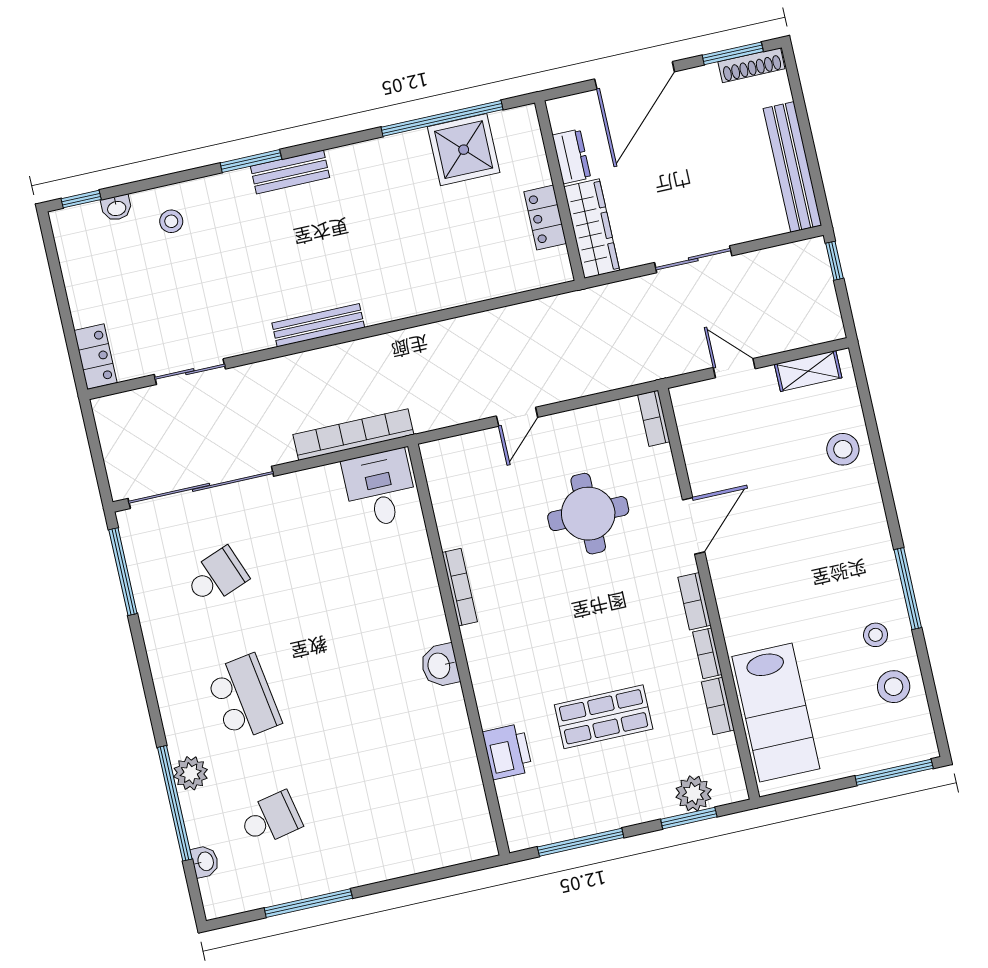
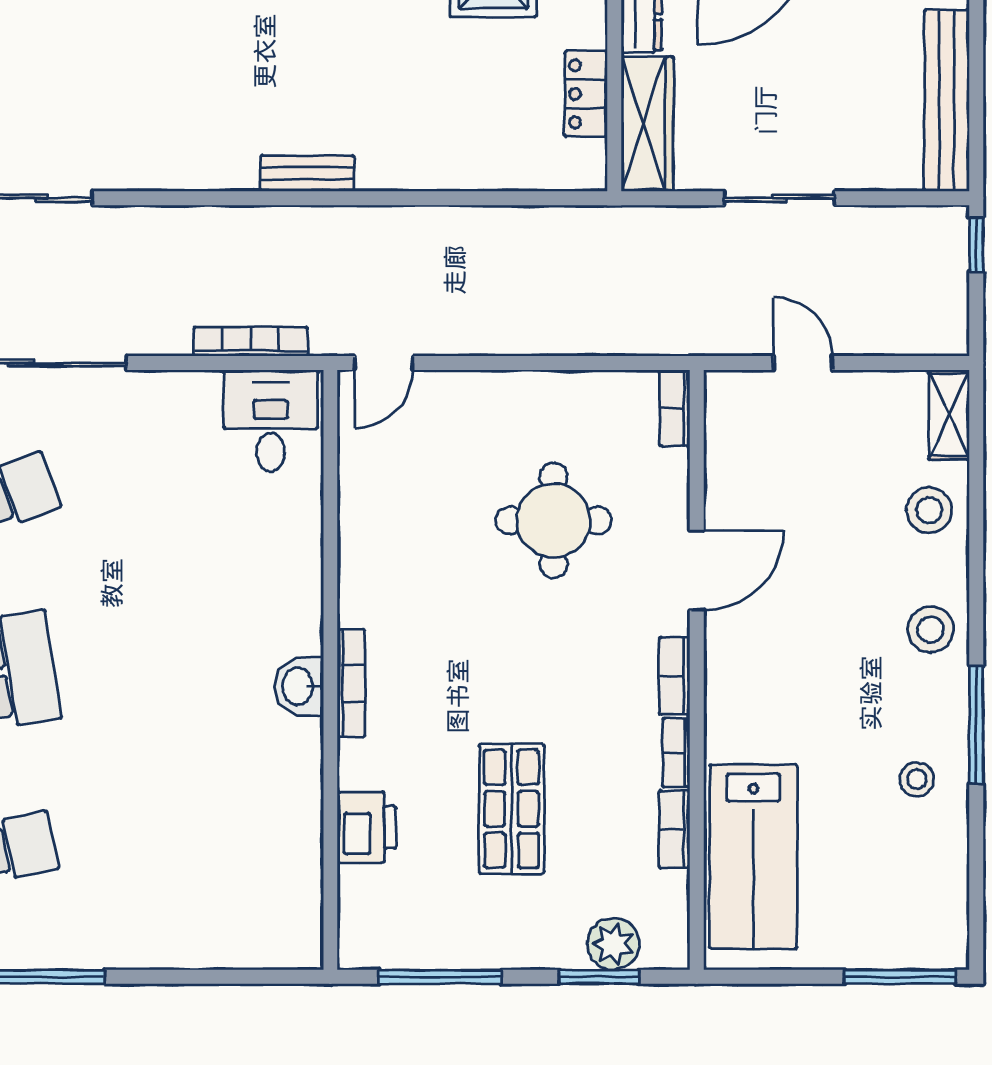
bench: (318, 325) -> (307, 173), moved, width x0.73
shelving: (808, 371) -> (949, 415), moved, turned 90
door: (517, 417) -> (384, 363), moved
bookcase: (353, 435) -> (250, 342), width x0.68, depth x0.76
bookcase: (460, 587) -> (351, 683), moved
stool: (894, 687) -> (931, 629), moved
shop shelf: (604, 717) -> (512, 809), turned 90

